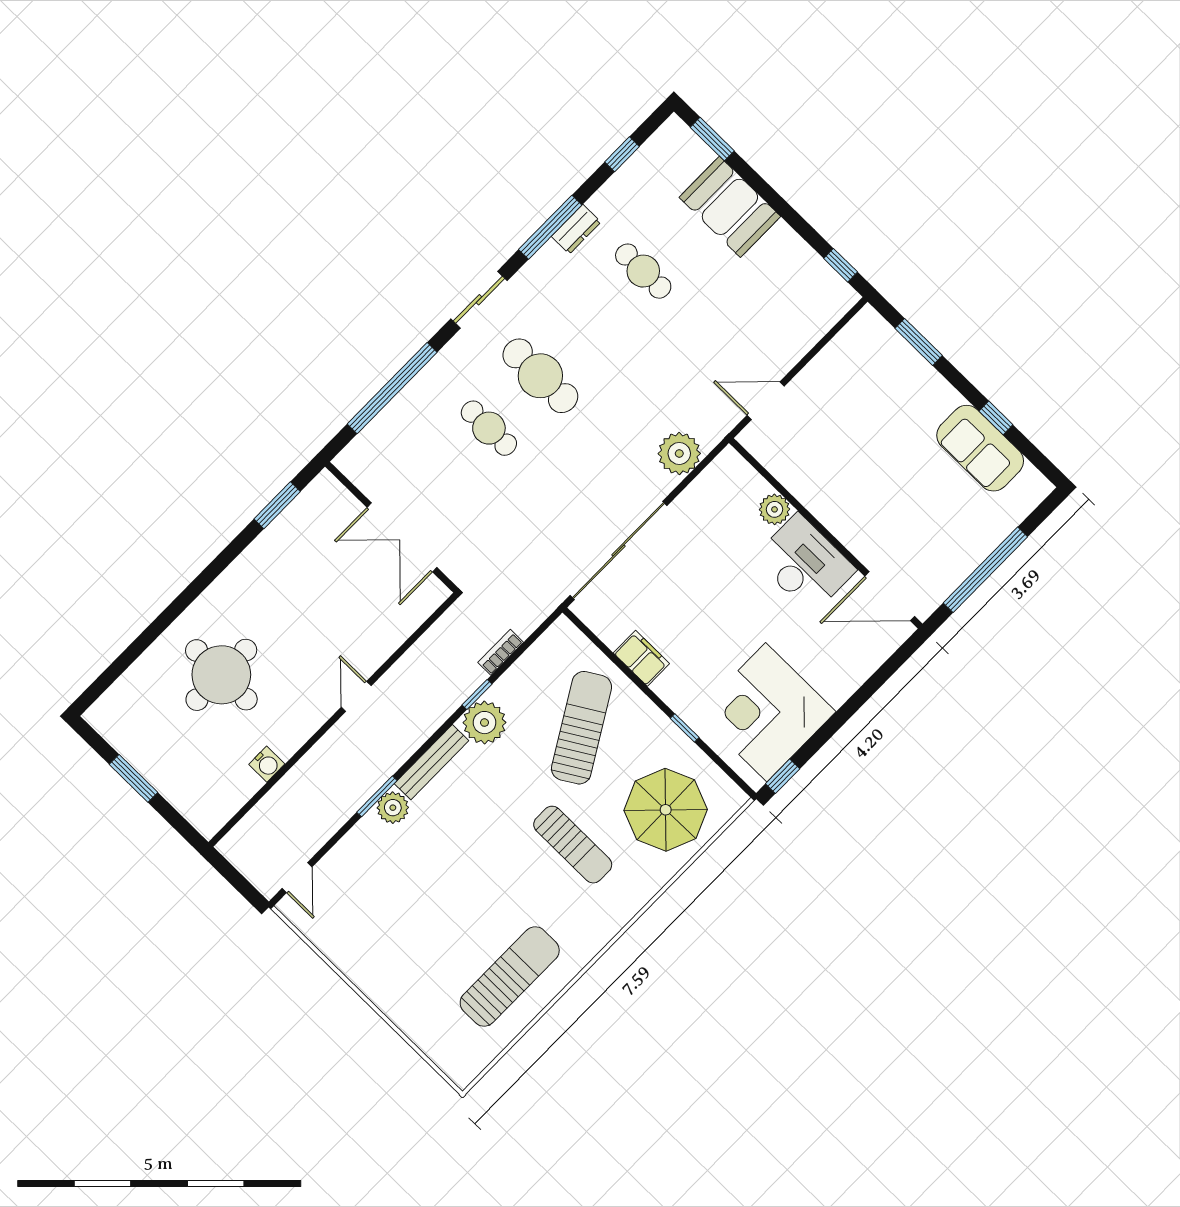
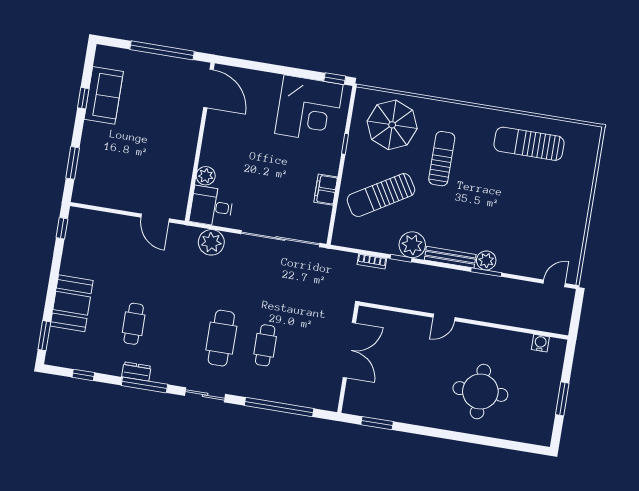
desk: (805, 564) -> (212, 206), moved, width x0.73
water cooler: (267, 764) -> (540, 343), moved

